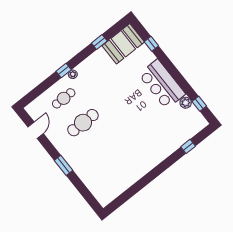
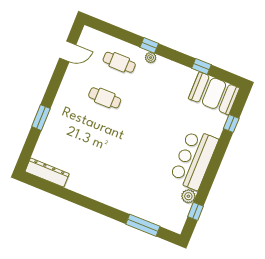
cafe table: (83, 123) -> (105, 98), width x0.73, depth x0.74
window: (188, 146) -> (143, 225), width x2.17
window: (63, 165) -> (41, 118), moved
dresser: (113, 193) -> (47, 173), added

